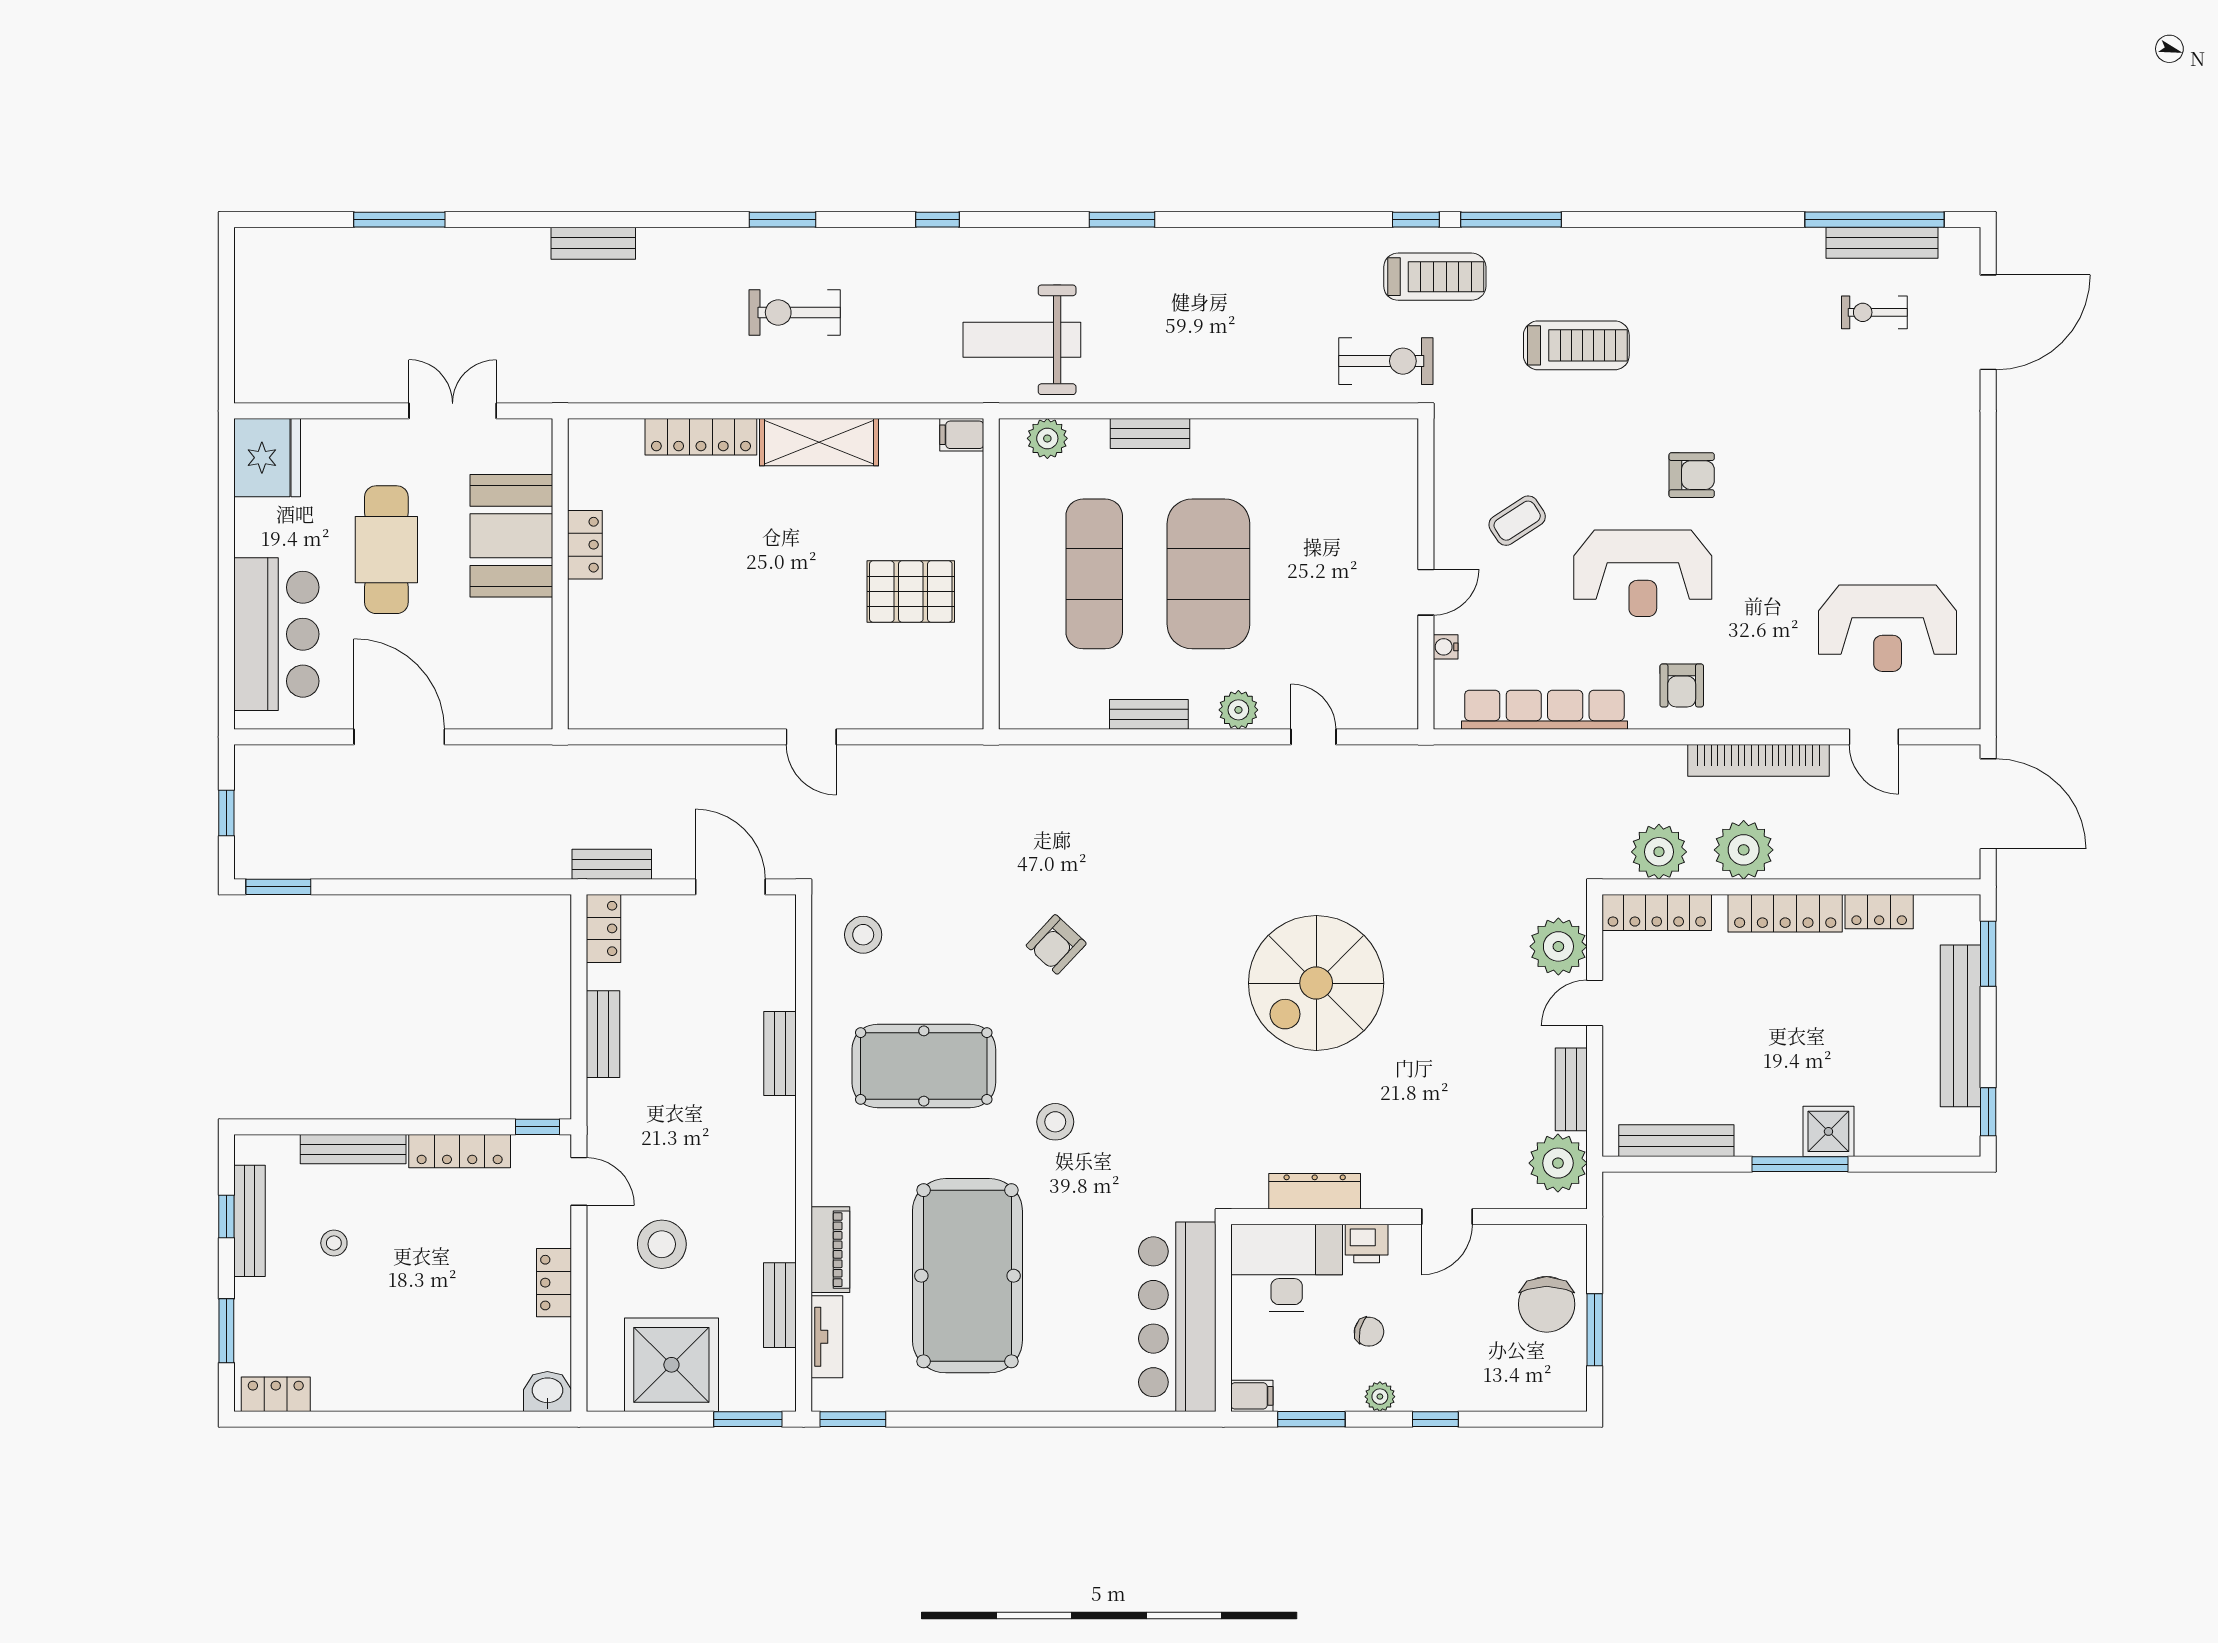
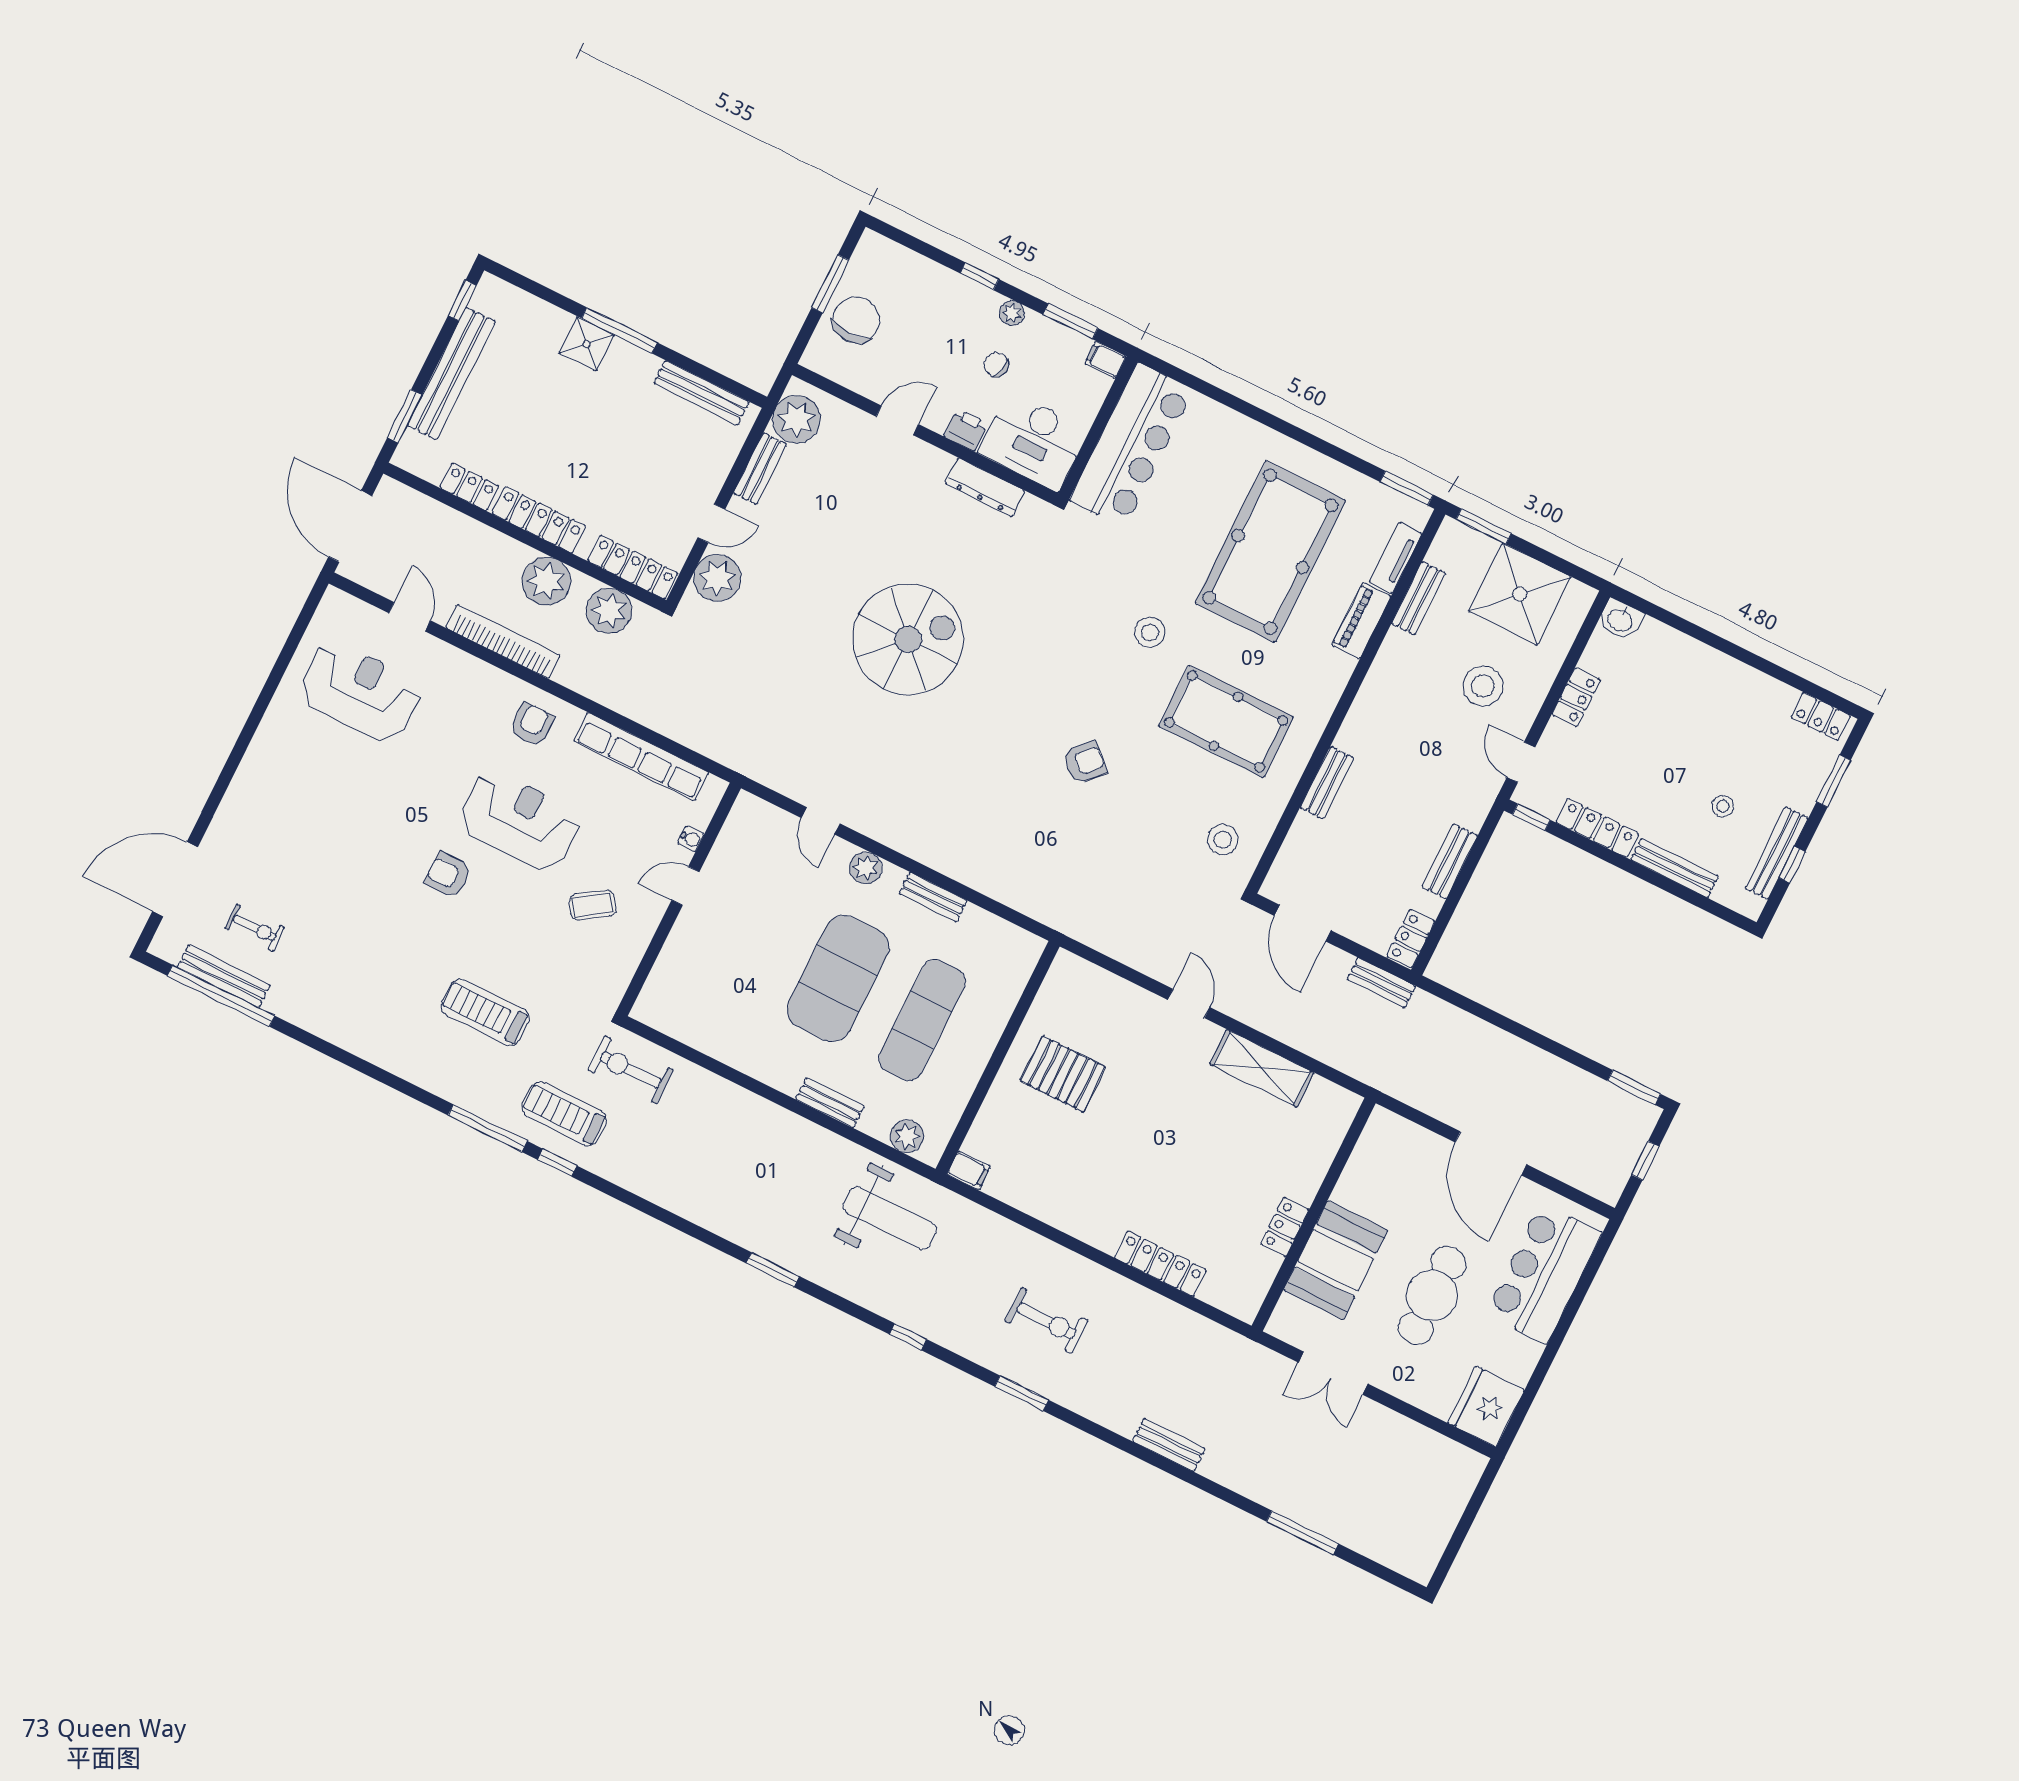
shelving: (819, 442) -> (1262, 1068), moved

